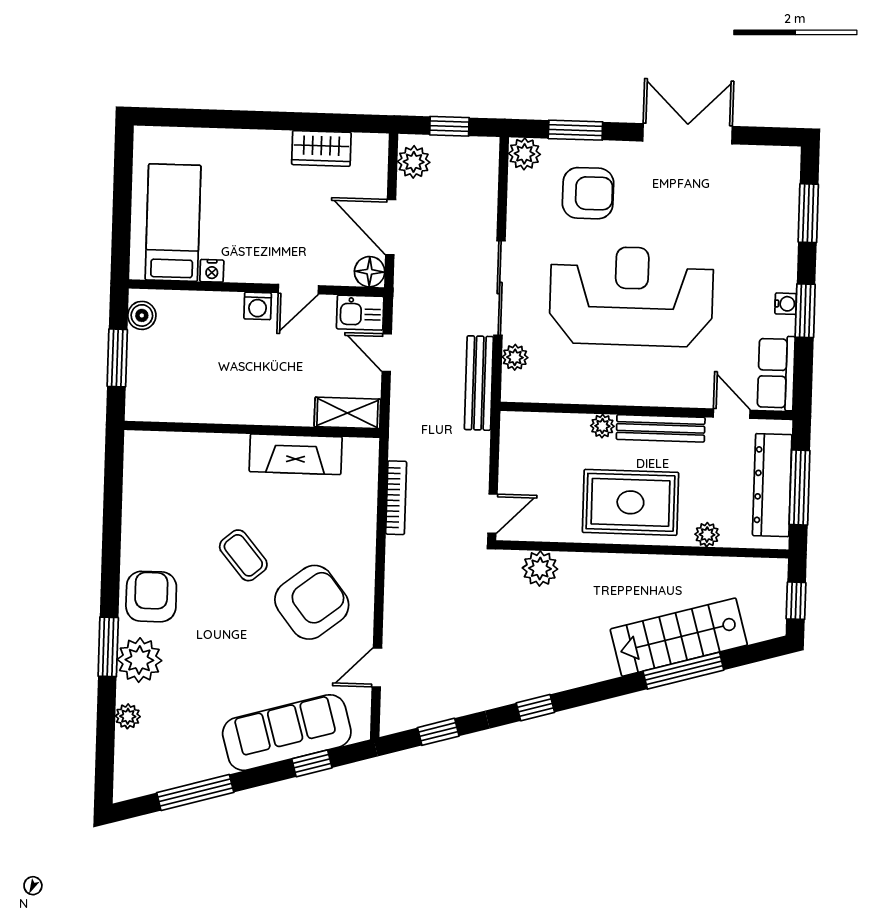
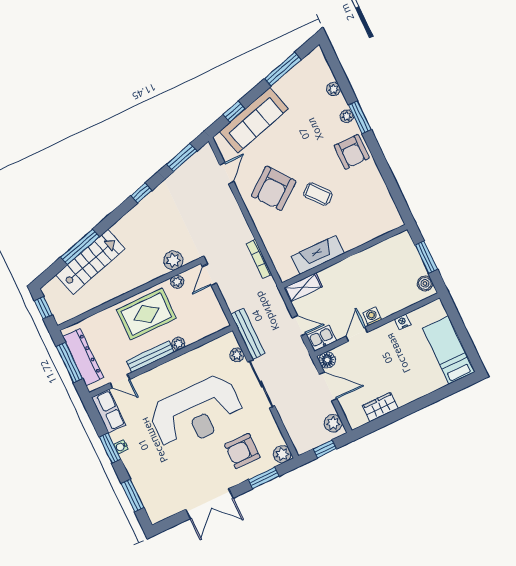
bed: (173, 223) -> (448, 350), moved, turned 180
plant: (707, 535) -> (177, 282), moved
plant: (139, 660) -> (347, 116), width x0.53, depth x0.53
window: (438, 732) -> (182, 158), width x1.50

